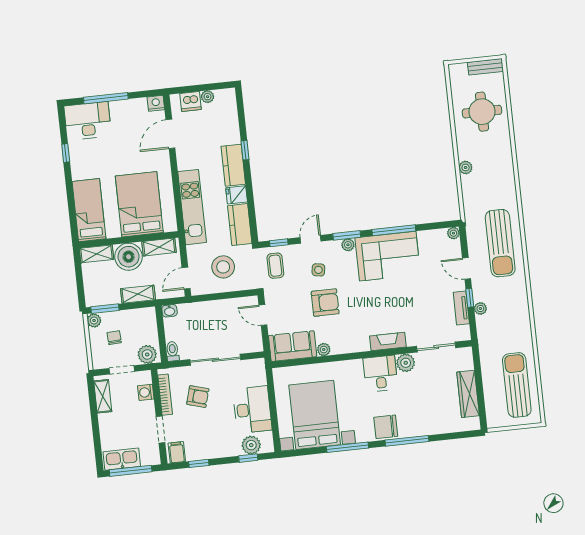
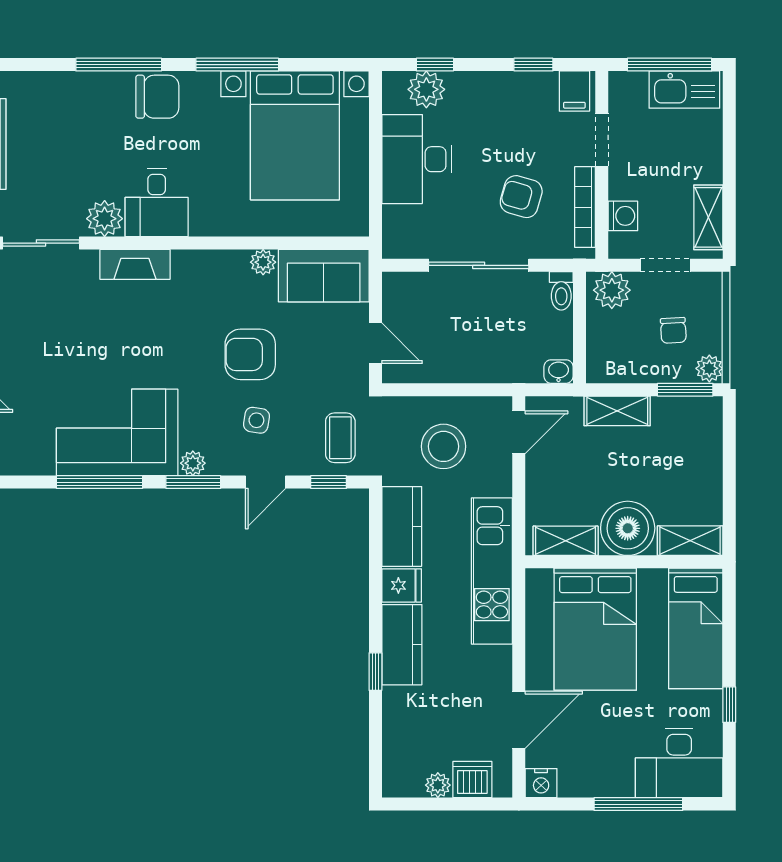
bed: (139, 204) -> (595, 629), moved
bed: (89, 210) -> (696, 628), moved
wall: (129, 240) -> (624, 562), moved
shelving: (159, 247) -> (566, 541), moved
shelving: (97, 254) -> (690, 541), moved
boiler: (129, 257) -> (628, 528), moved

